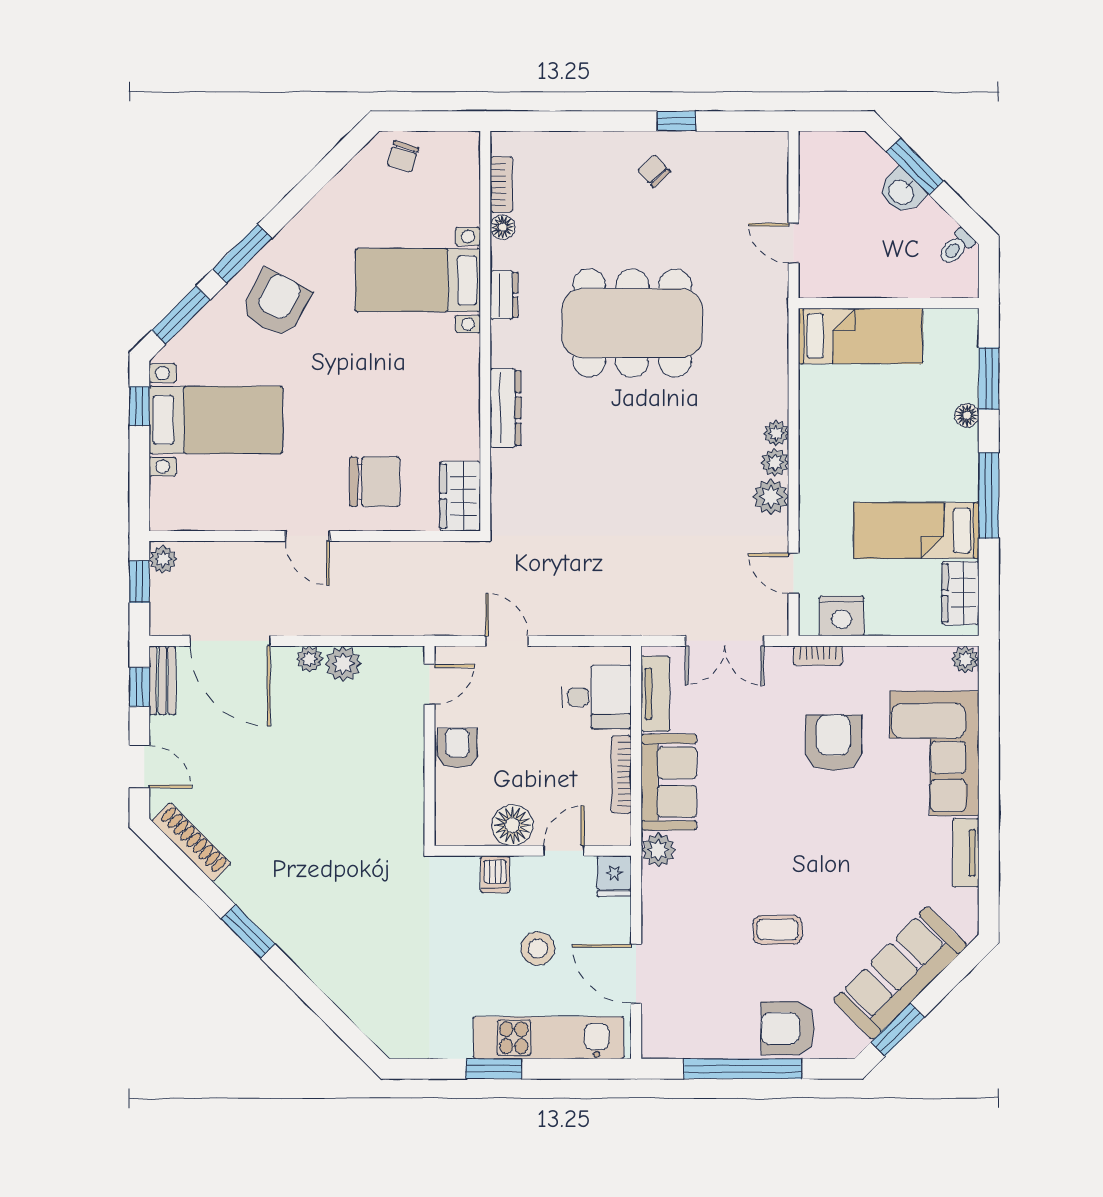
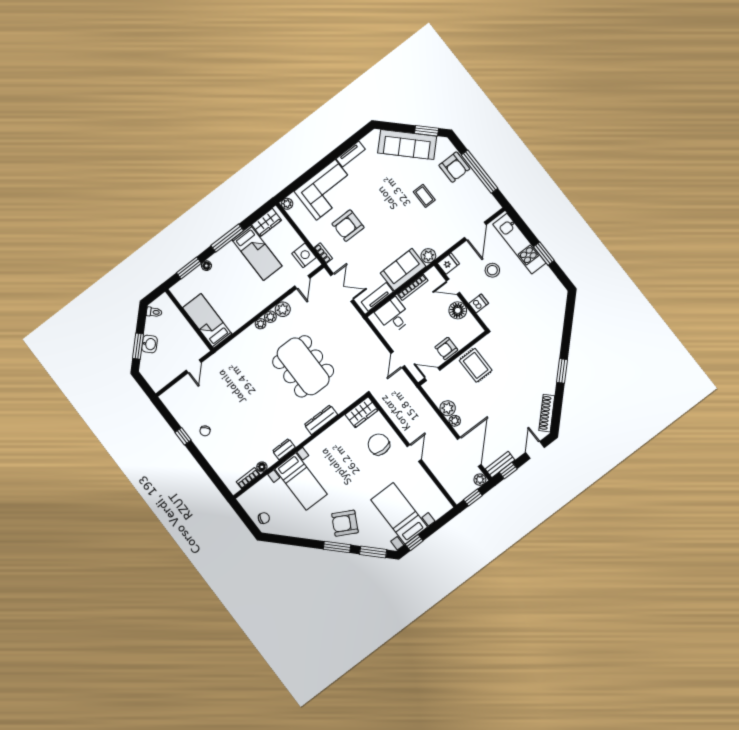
dining table: (632, 323) -> (303, 366), moved
plant: (163, 559) -> (480, 480), moved
rug: (383, 779) -> (476, 365), added

